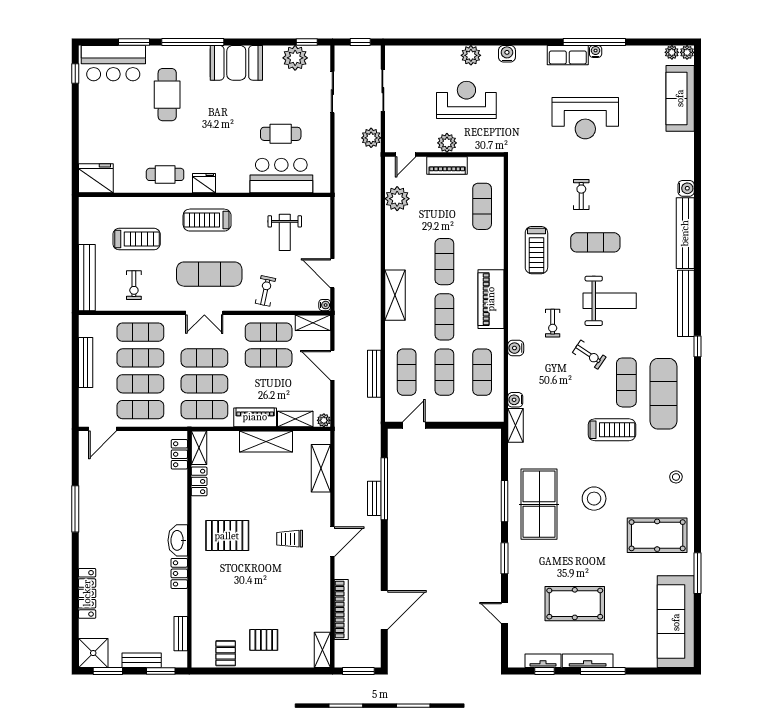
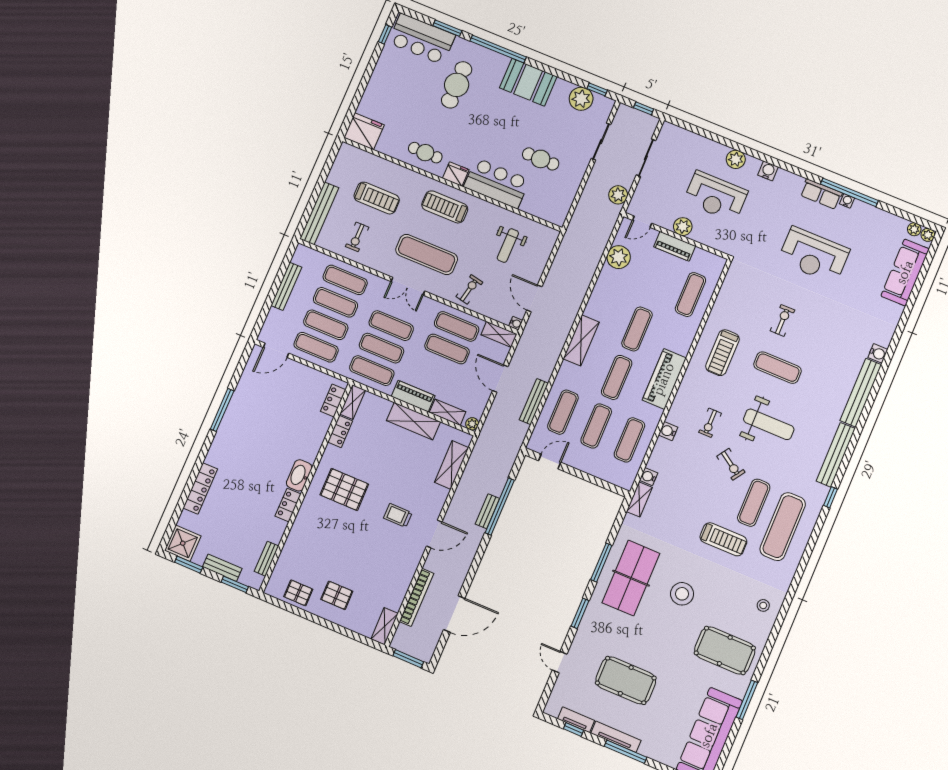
reception desk: (466, 100) -> (716, 196), turned 180
bar counter: (281, 176) -> (497, 183), moved
pallet: (226, 653) -> (298, 593), turned 90

